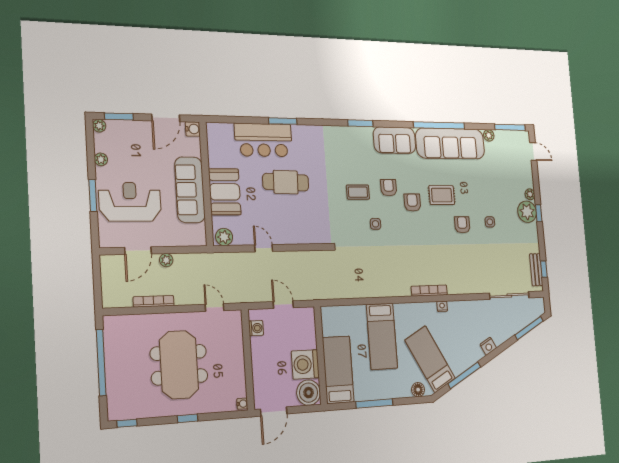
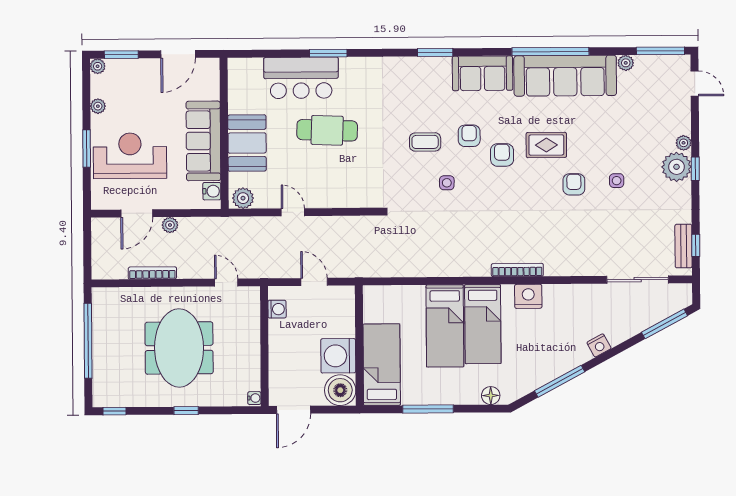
water cooler: (193, 129) -> (212, 191), moved
nightstand: (442, 306) -> (528, 296), width x1.89, depth x1.79
bed: (430, 359) -> (483, 324), moved, turned -152

